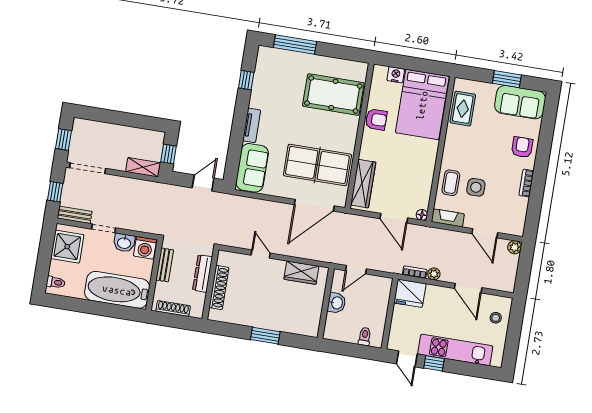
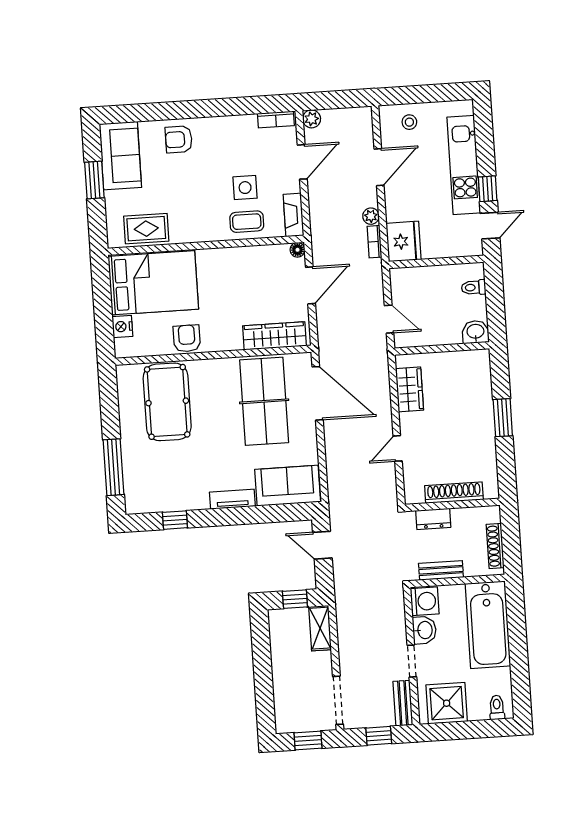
bookcase: (526, 183) -> (276, 119), moved
dresser: (203, 273) -> (433, 519), width x0.70
washbasin: (337, 303) -> (475, 332), moved

